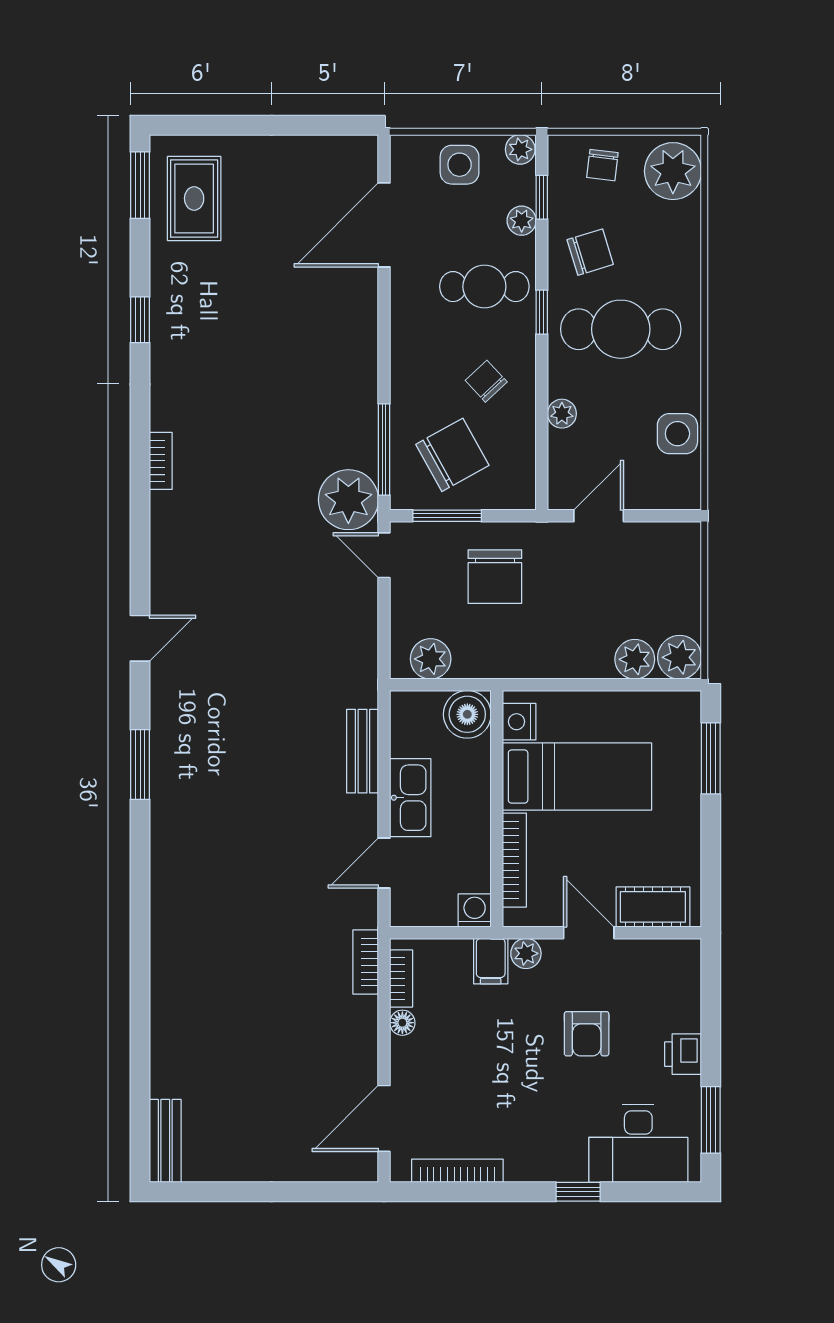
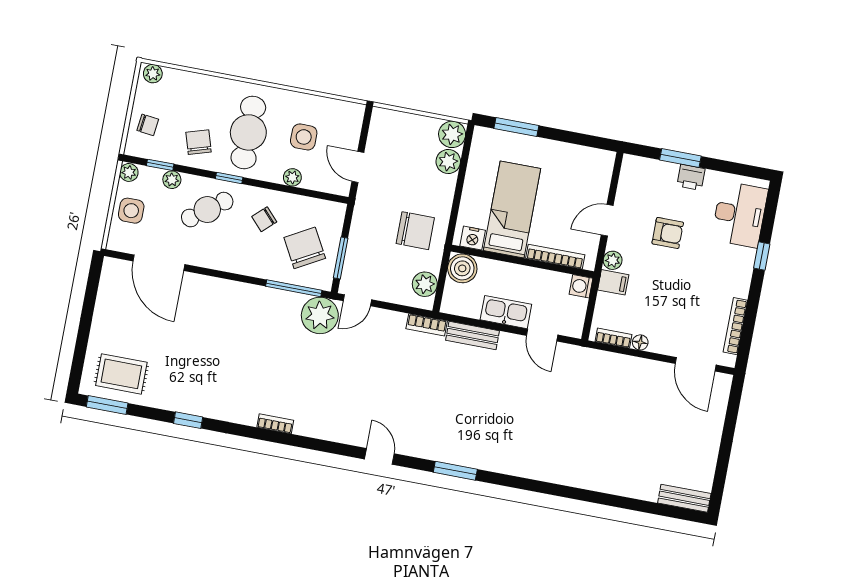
plant: (673, 171) -> (153, 74), width x0.53, depth x0.53
cafe table: (484, 287) -> (207, 210), turned 53
side table: (677, 434) -> (304, 137), moved
chair: (495, 577) -> (415, 231), moved
cot: (653, 907) -> (599, 179), removed
bookcase: (366, 962) -> (427, 325), moved
window: (711, 1120) -> (680, 158), moved

